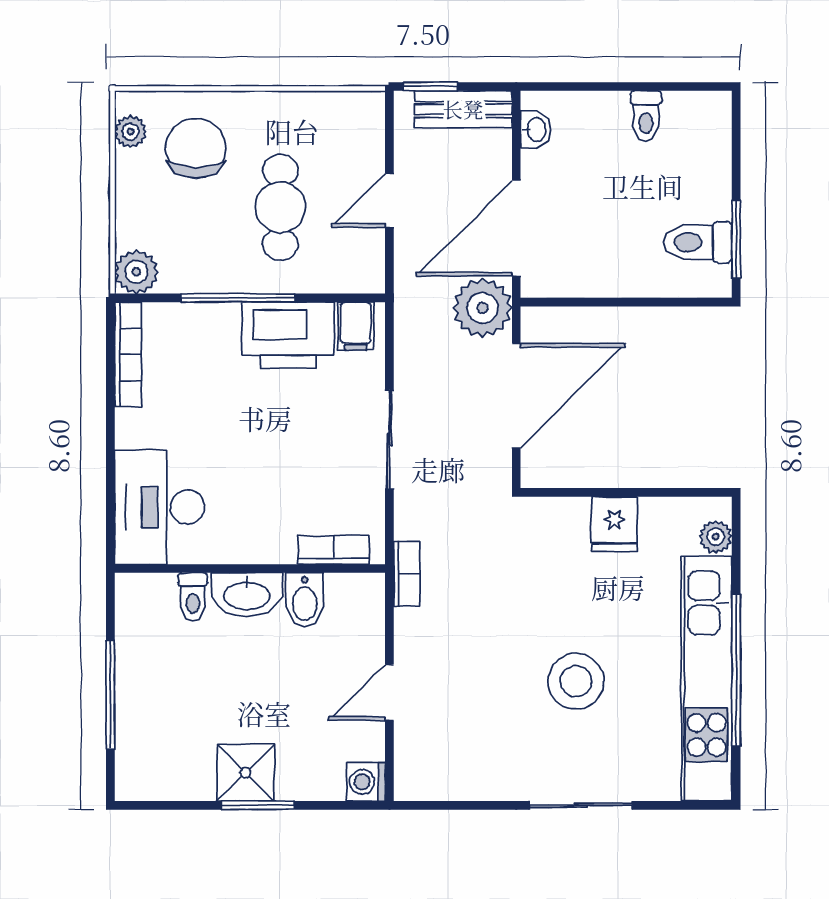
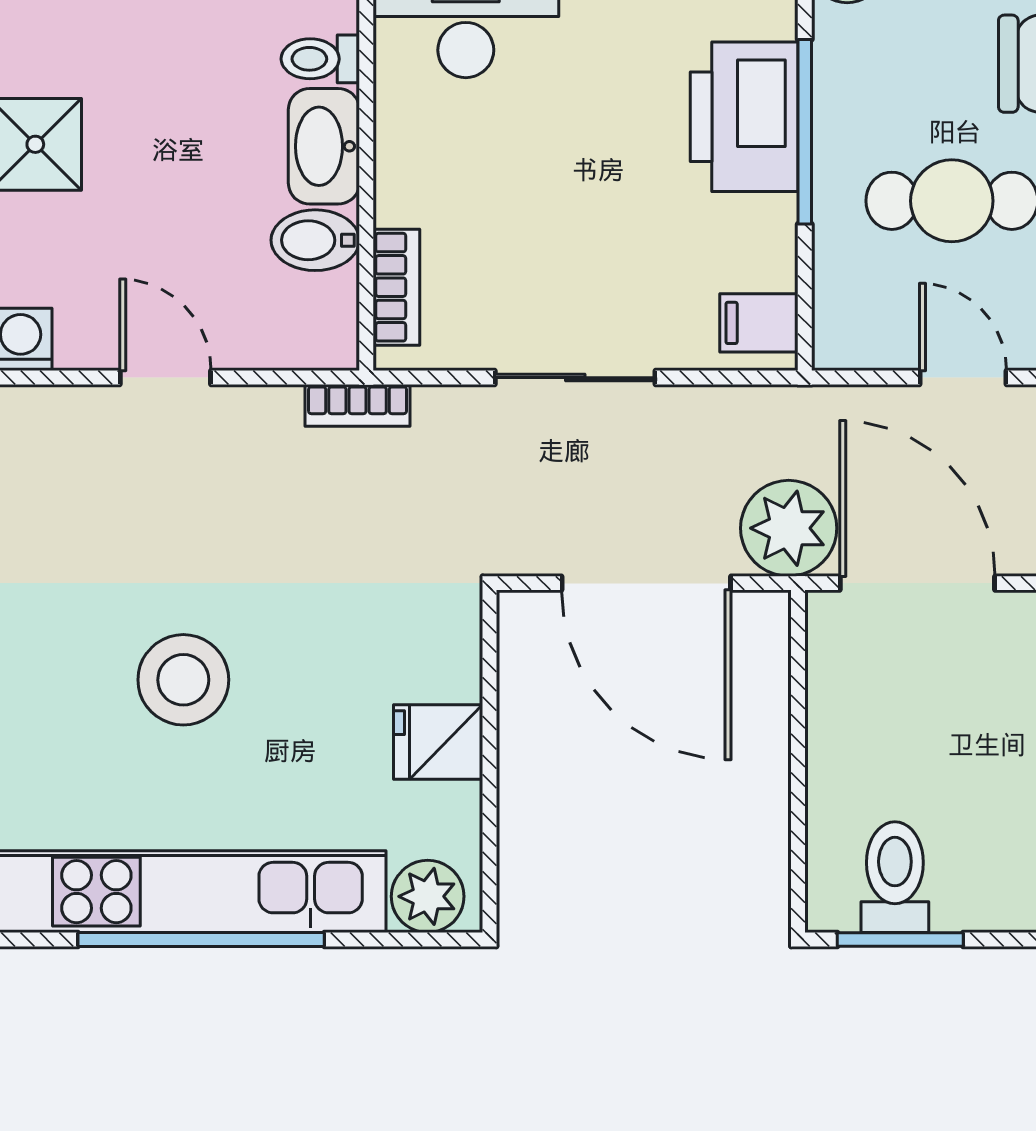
printer: (288, 335) -> (744, 117), moved
plant: (716, 537) -> (428, 896), width x1.38, depth x1.38

